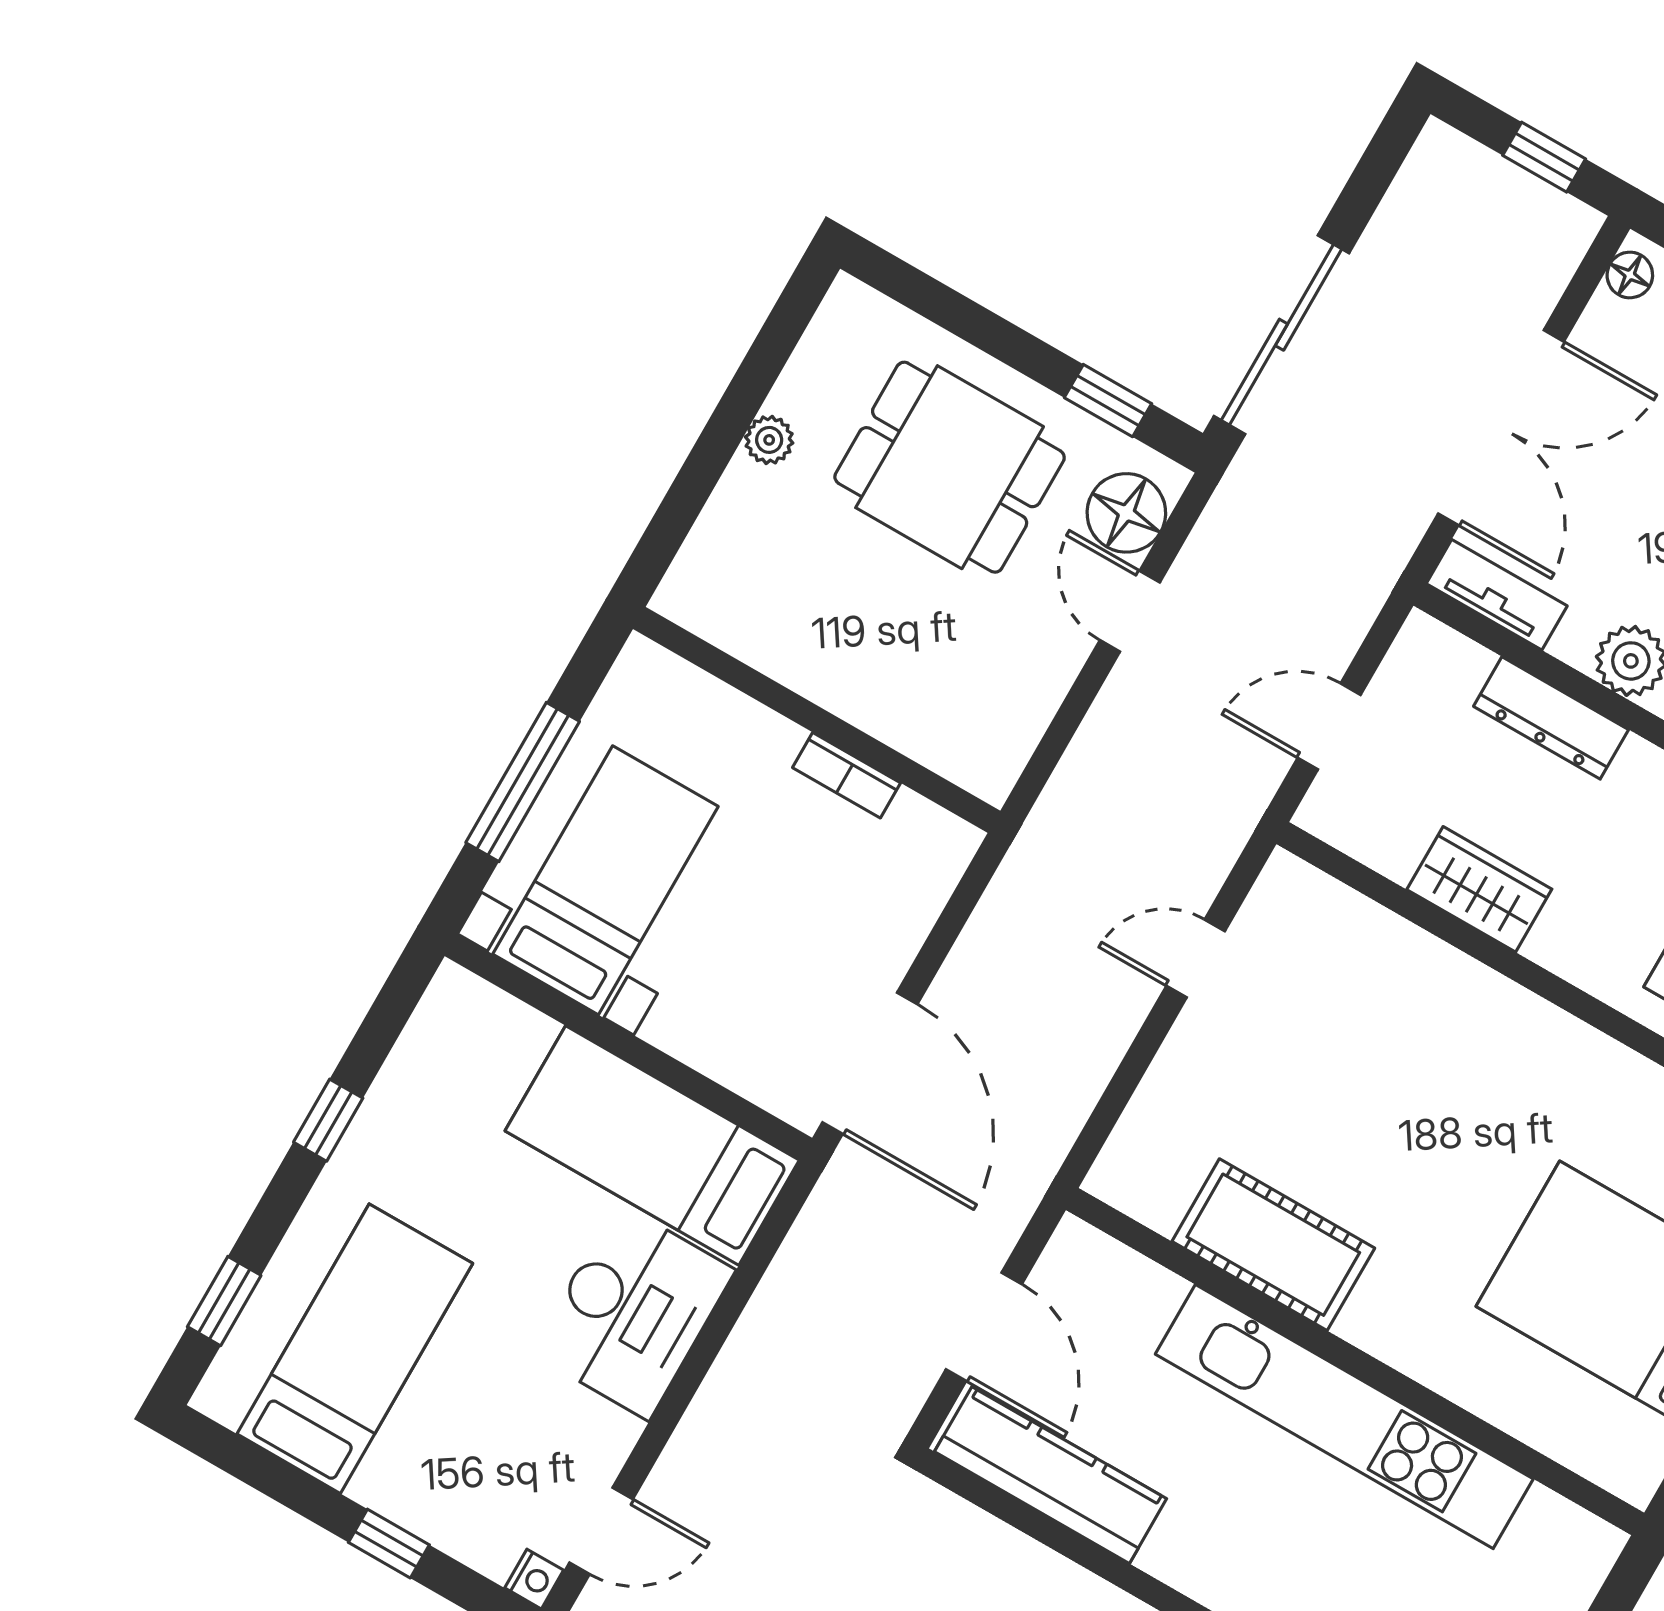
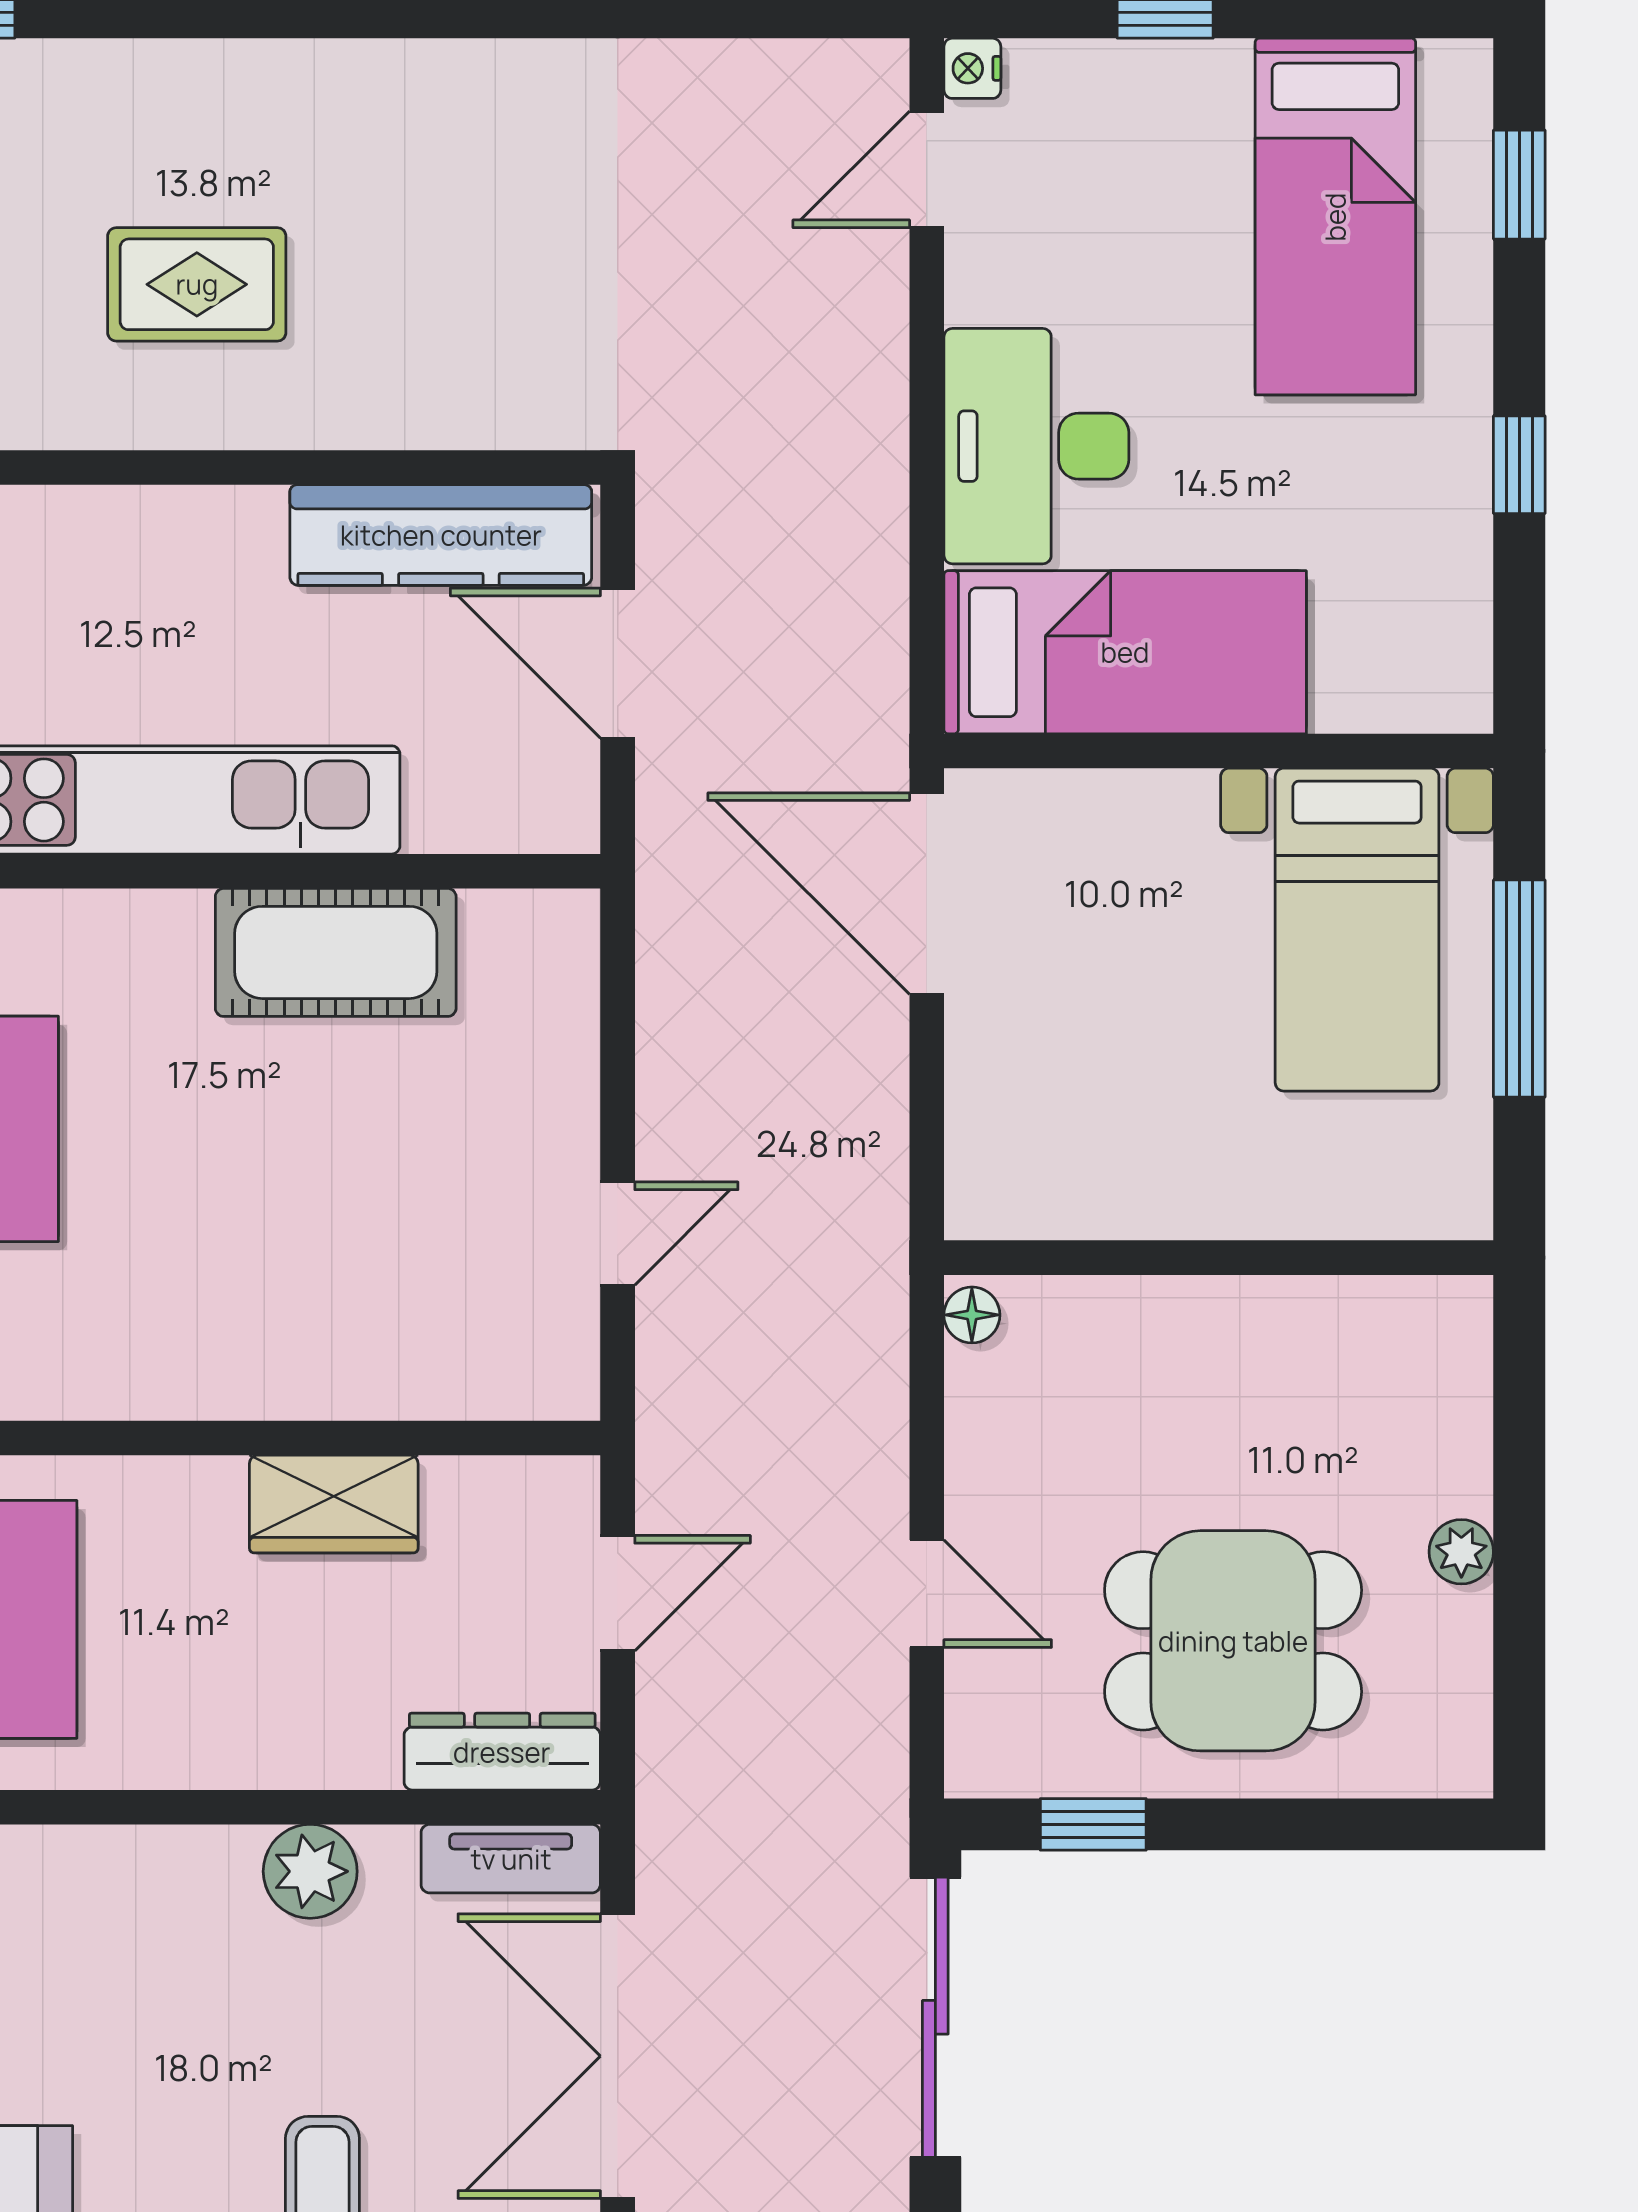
floor lamp: (1126, 513) -> (972, 1315), moved, width x0.53, depth x0.53
dresser: (1551, 718) -> (502, 1752), moved
bookcase: (847, 775) -> (1147, 1213), removed

